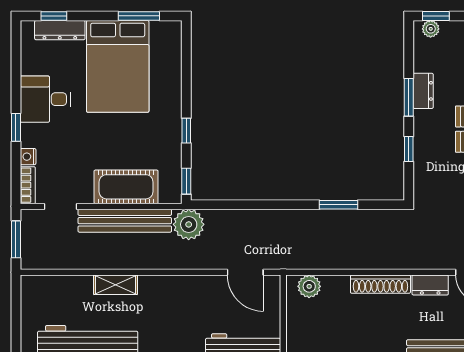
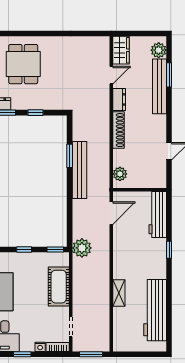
bench: (125, 221) -> (80, 170), moved

